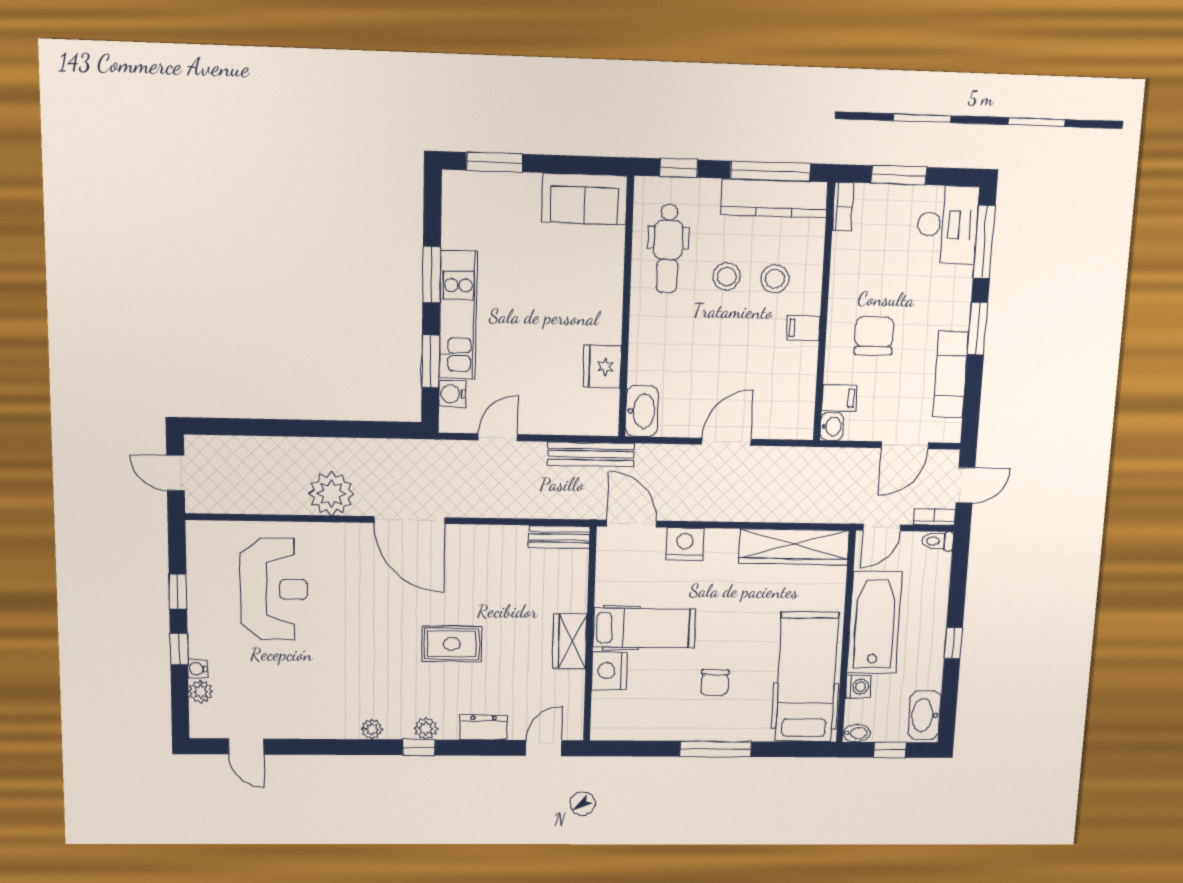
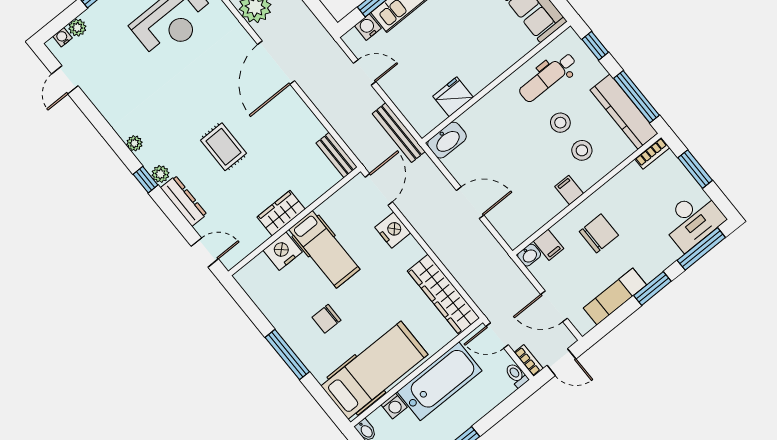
water cooler: (198, 669) -> (62, 37), moved
dresser: (484, 727) -> (184, 201), width x1.44

